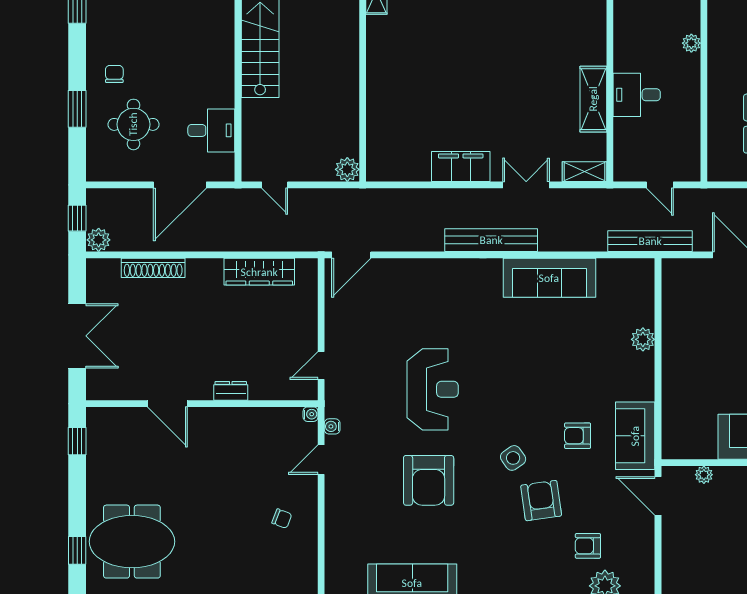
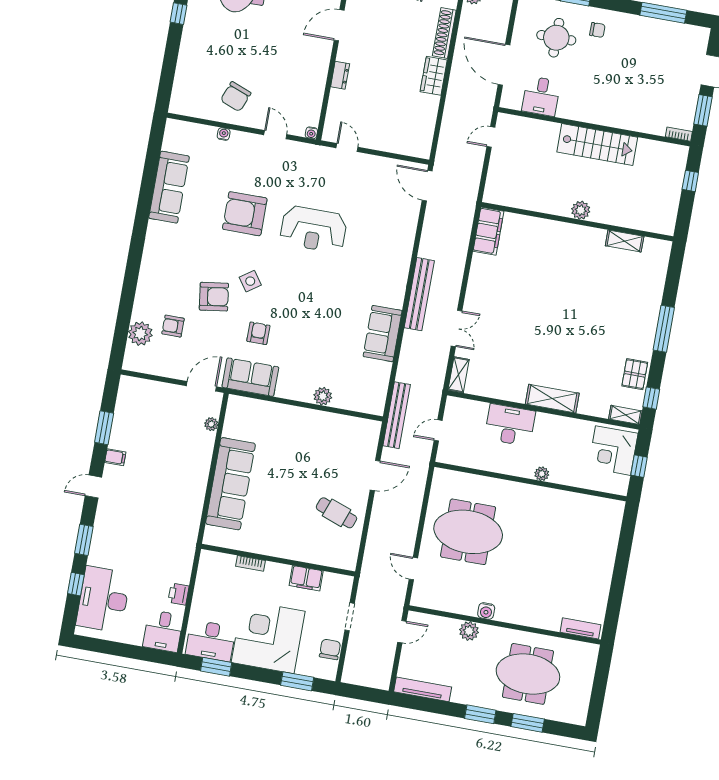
desk: (637, 95) -> (510, 425), width x1.37
shelving: (593, 99) -> (552, 399), moved
filing cabinet: (461, 166) -> (488, 231), moved
plant: (347, 169) -> (581, 210), moved
wardrobe: (259, 272) -> (434, 76), moved, width x0.67
sofa: (549, 278) -> (383, 334), width x0.73
water cooler: (332, 426) -> (224, 134), moved
chair: (282, 519) -> (236, 97), width x1.87, depth x1.87
armchair: (588, 546) -> (173, 326), turned -90

